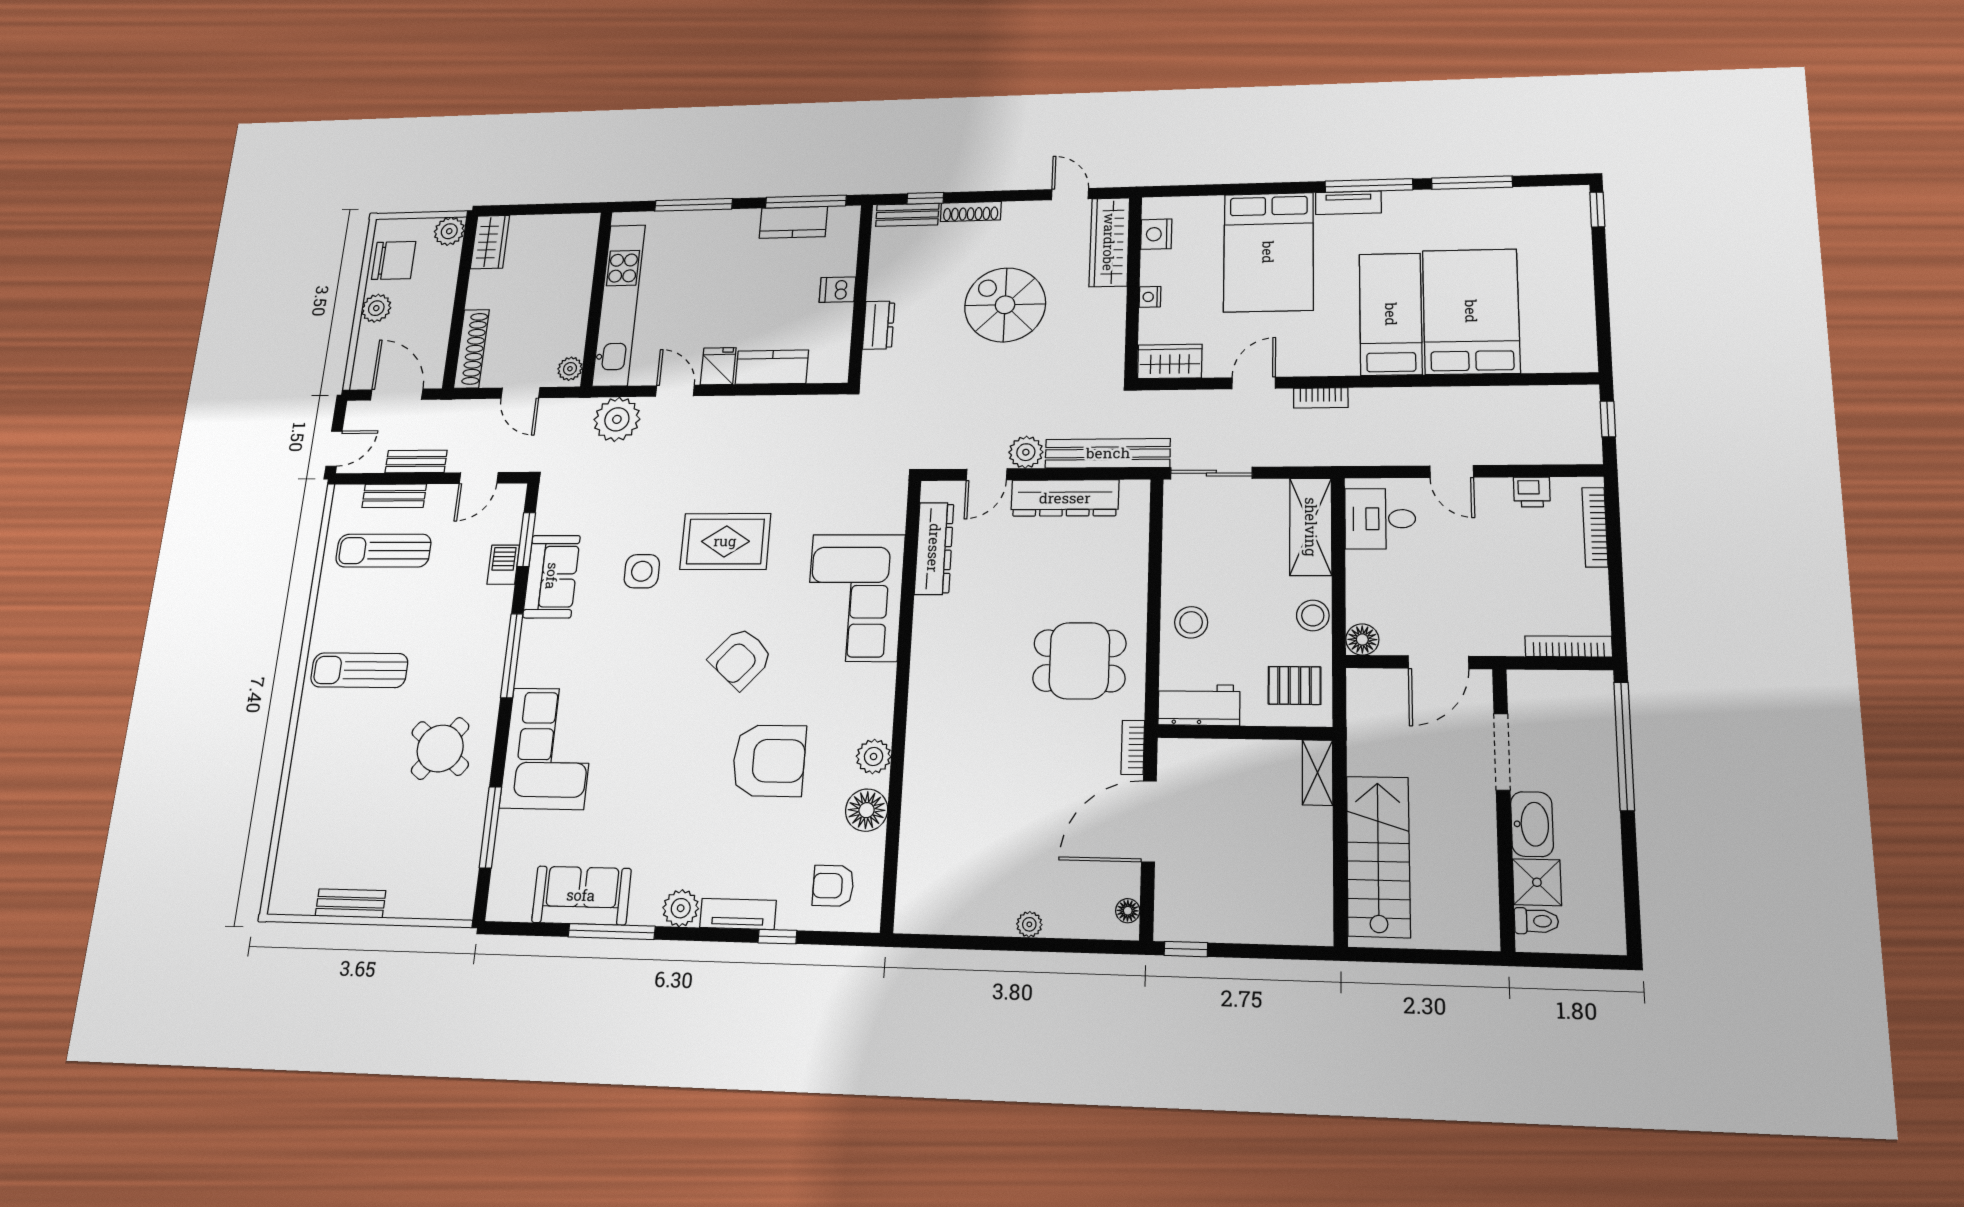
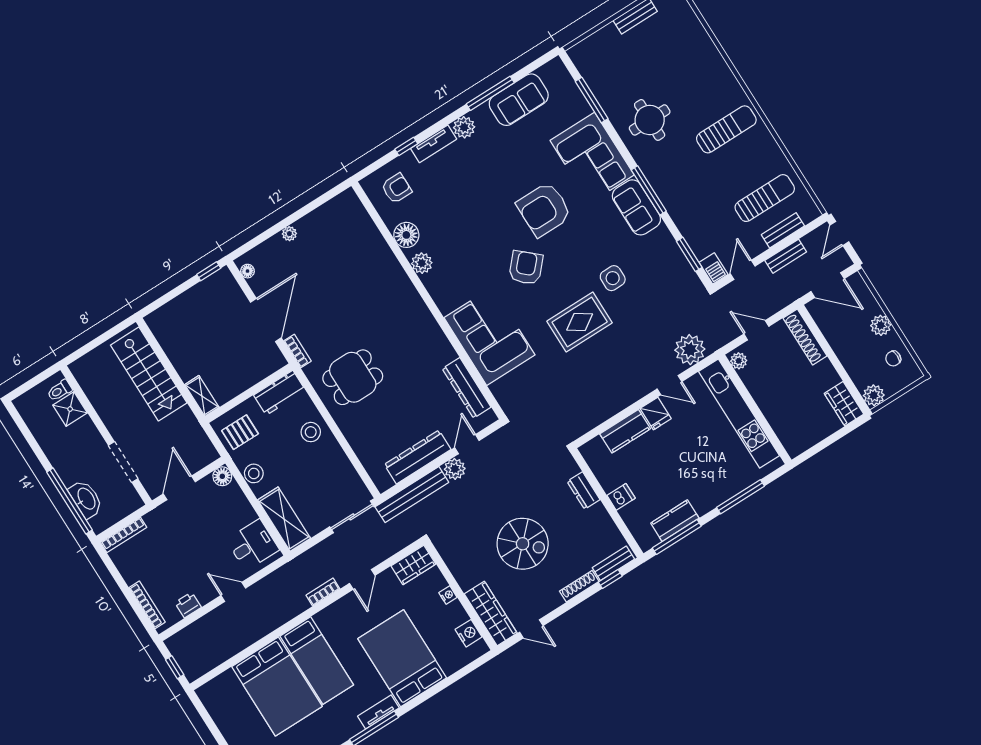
chair: (394, 260) -> (893, 358), width x0.54, depth x0.54
barbecue: (503, 565) -> (713, 268), moved
sofa: (552, 576) -> (636, 207), moved
round table: (440, 748) -> (650, 120), turned -38
armchair: (769, 761) -> (544, 209), moved
washbasin: (1532, 824) -> (86, 499), moved, turned 180

